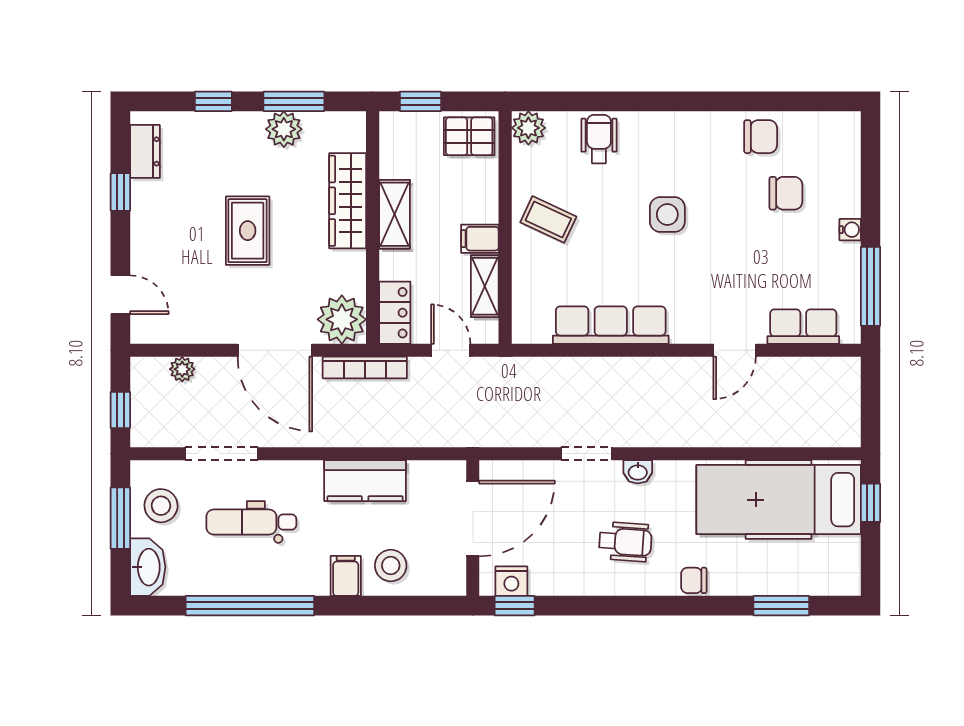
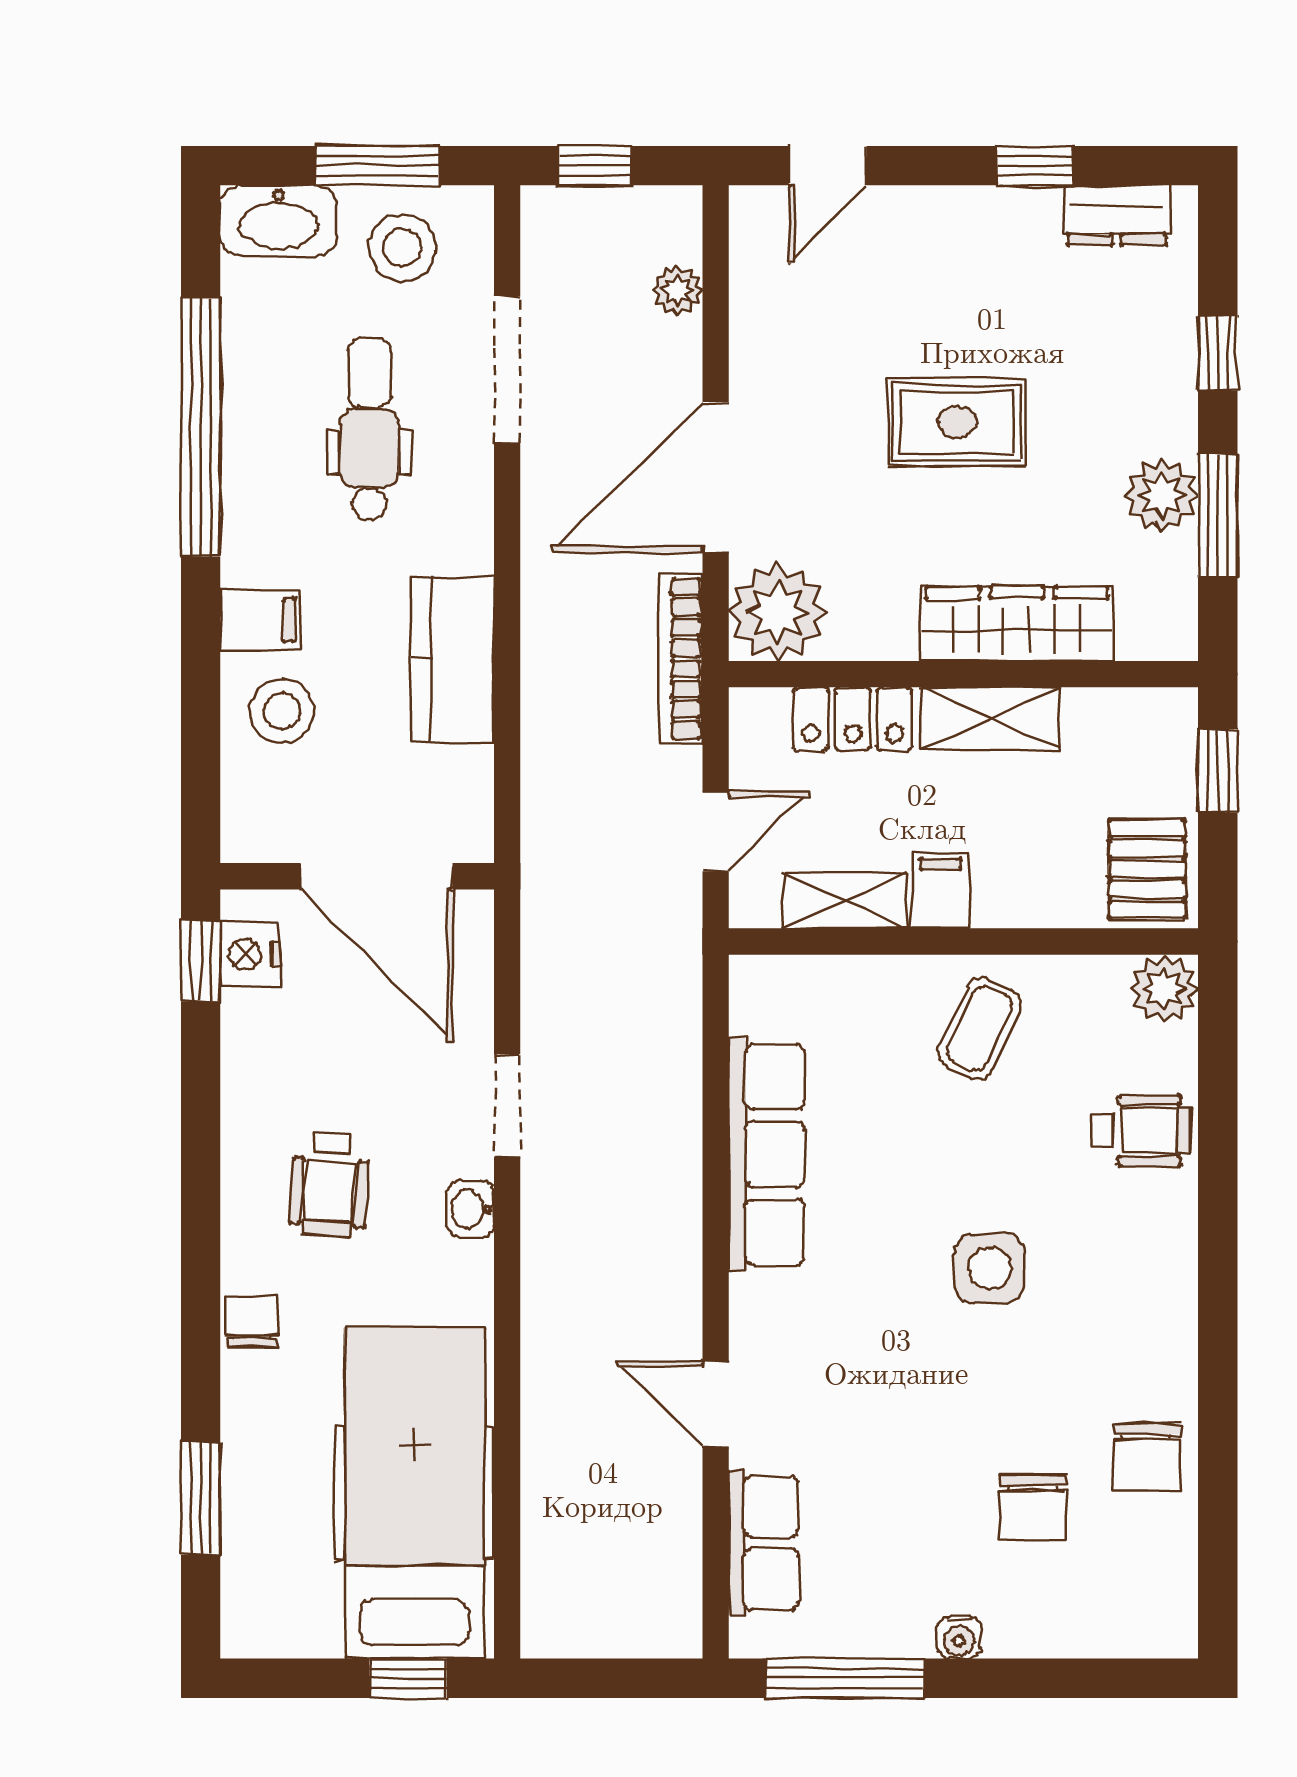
locker: (395, 313) -> (853, 719), moved

